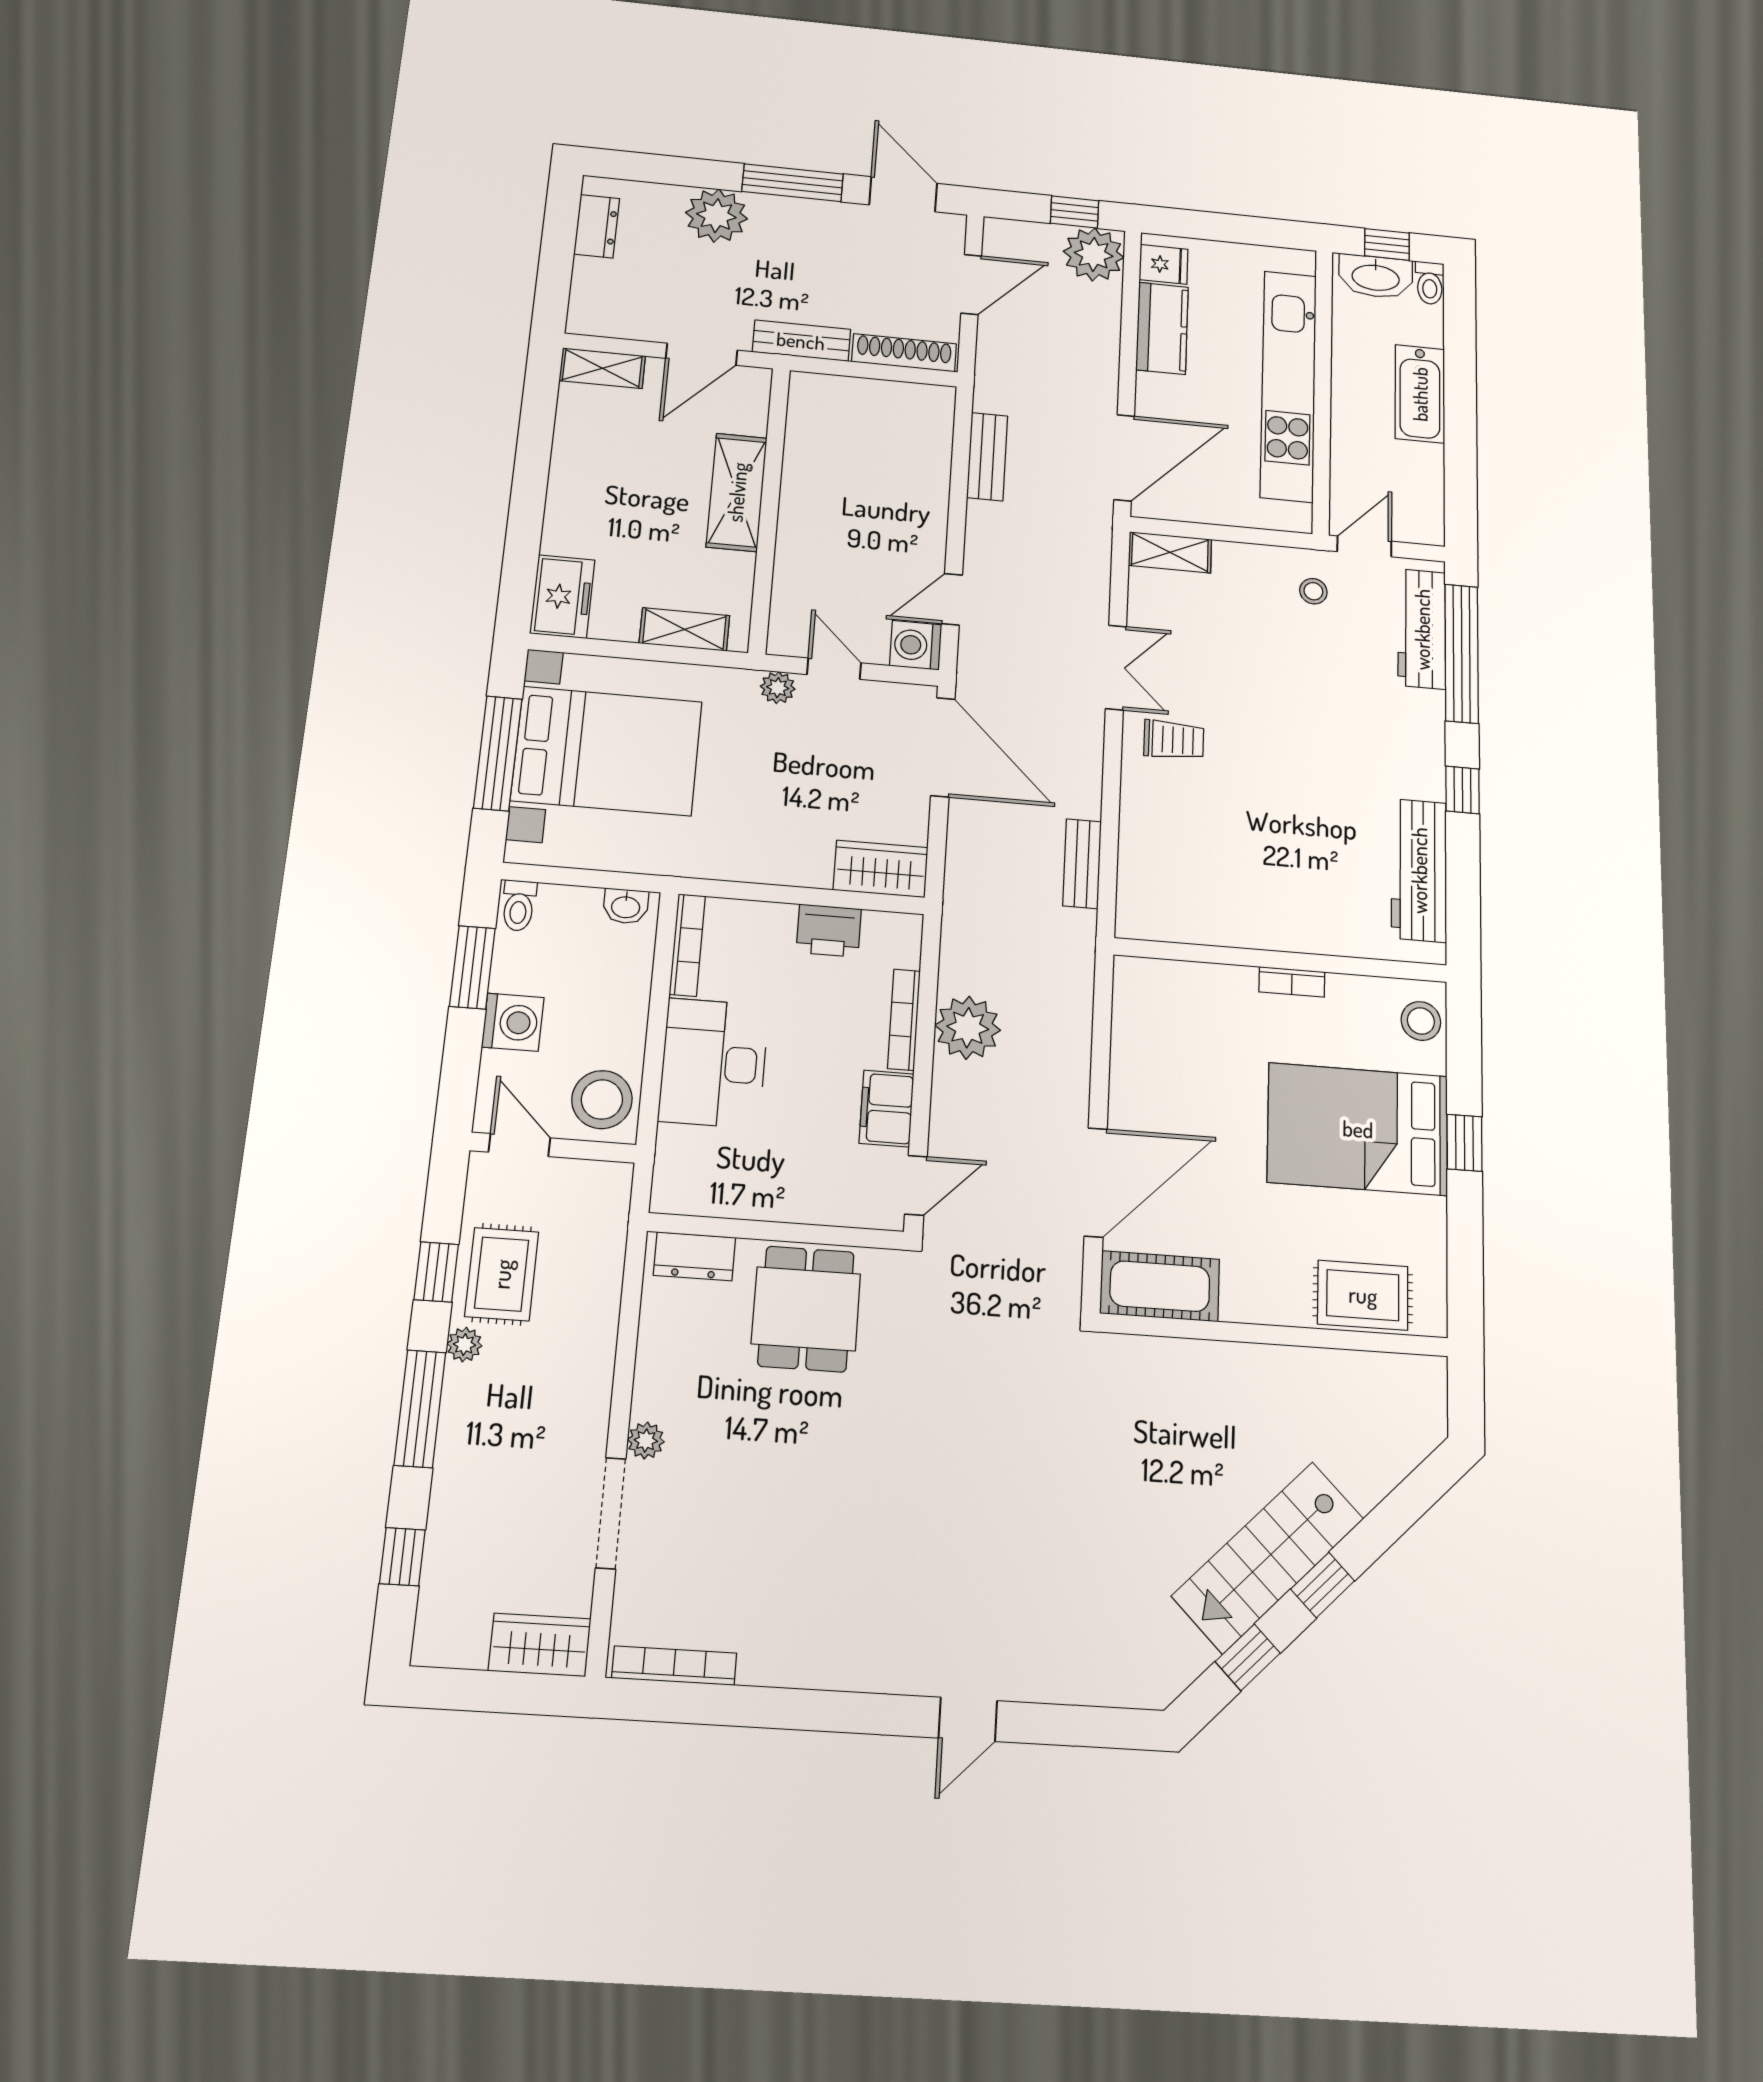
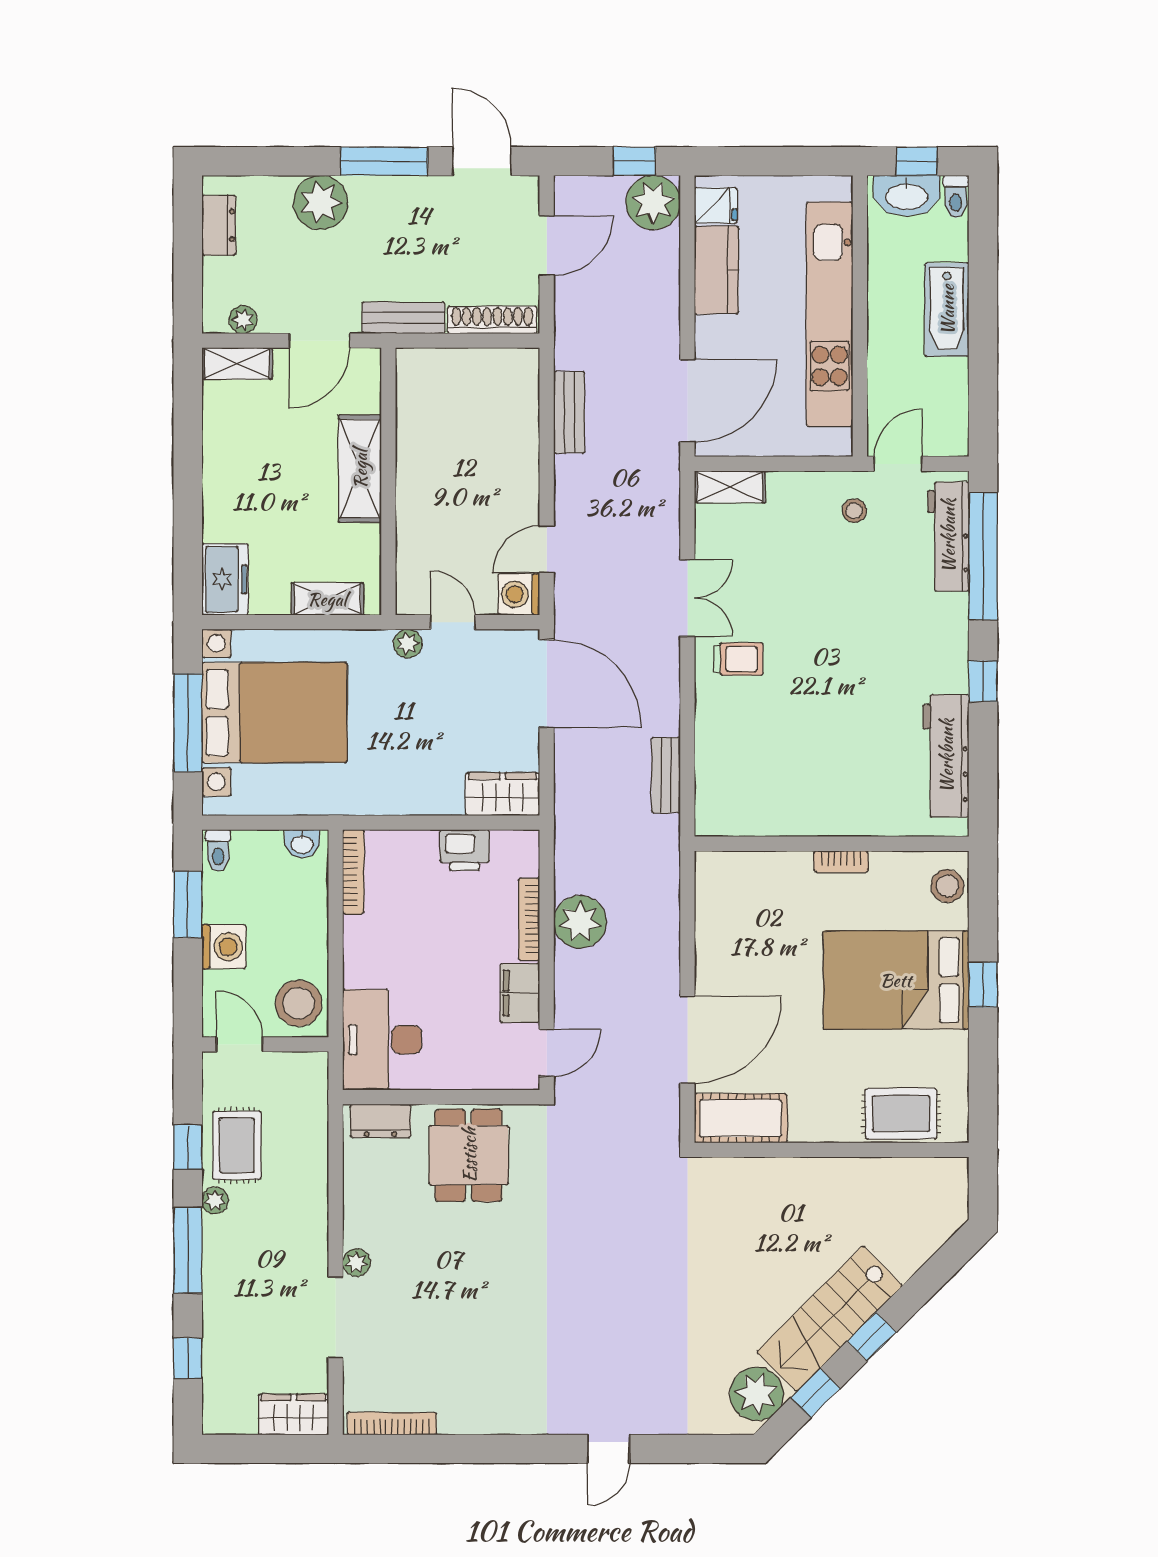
plant: (614, 324) -> (243, 320), added
desk: (713, 1063) -> (382, 1040), moved
plant: (1169, 1654) -> (757, 1394), added

